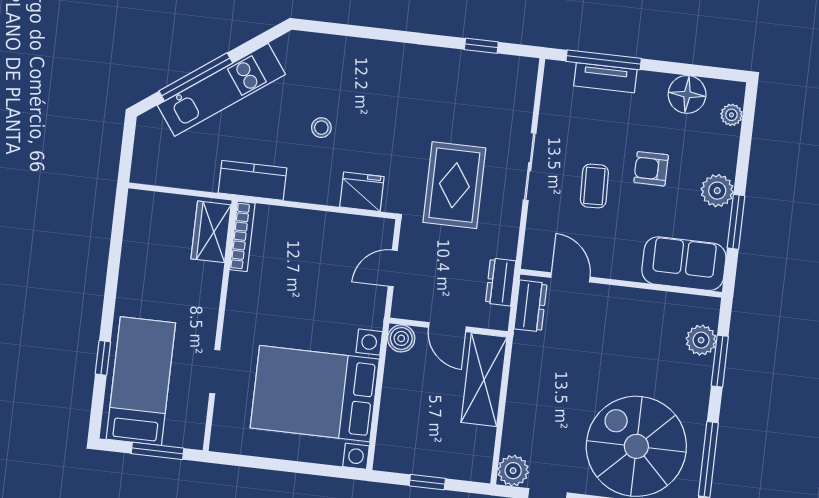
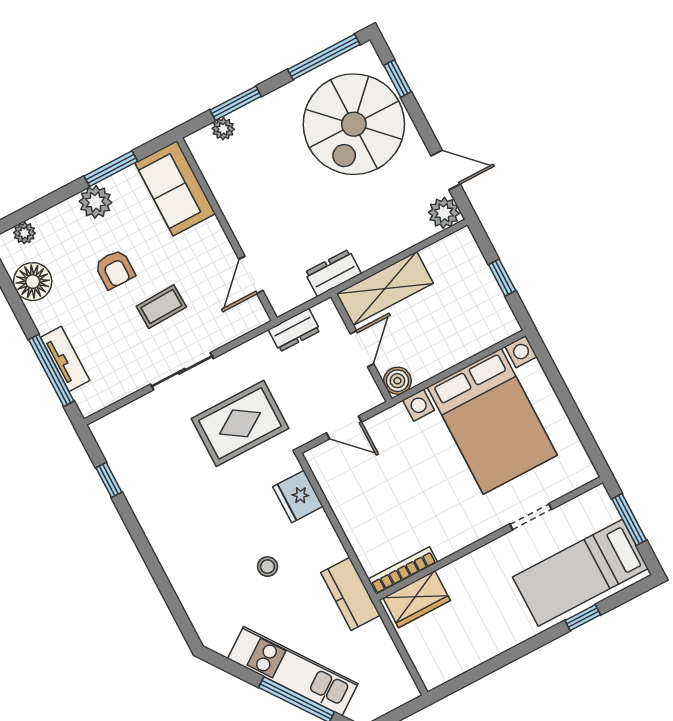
dresser: (530, 306) -> (333, 273), moved
plant: (701, 340) -> (223, 129), width x0.73, depth x0.73

